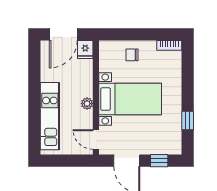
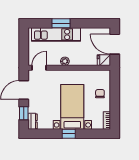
bed with nightstands: (130, 99) -> (72, 107), moved, turned 180
window: (34, 109) -> (61, 23), added
window: (188, 120) -> (69, 134), moved
dresser: (170, 148) -> (33, 121), added

